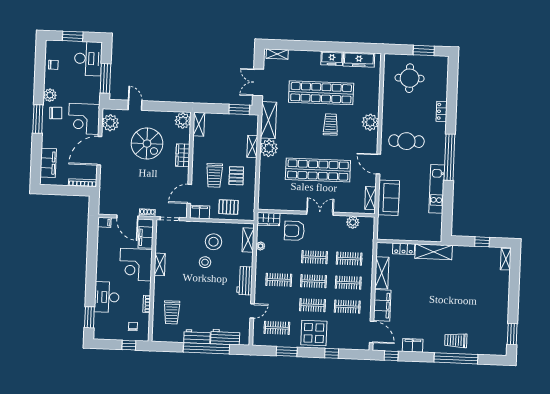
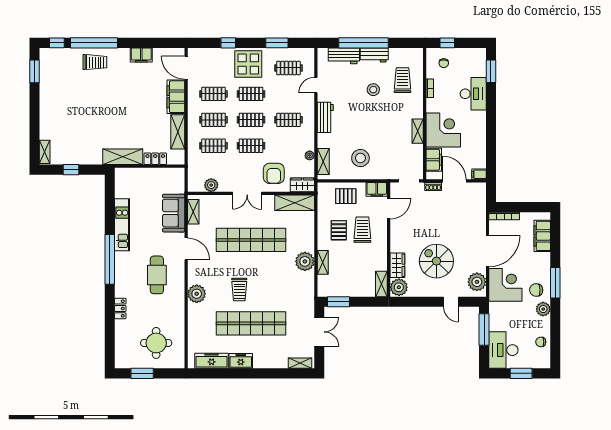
shelving: (269, 120) -> (295, 203), moved, turned 90
cafe table: (406, 141) -> (157, 275), turned 90
wardrobe: (183, 155) -> (397, 265), moved
armchair: (294, 231) -> (274, 173), turned 90
stool: (205, 262) -> (373, 90), moved
window: (391, 356) -> (57, 43), moved

